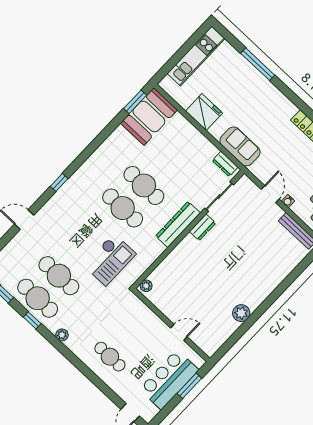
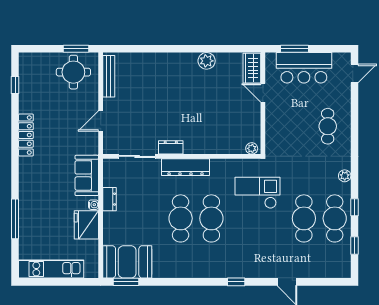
dresser: (225, 164) -> (109, 199), moved
water cooler: (288, 201) -> (94, 205), moved
wardrobe: (205, 341) -> (252, 68), added

